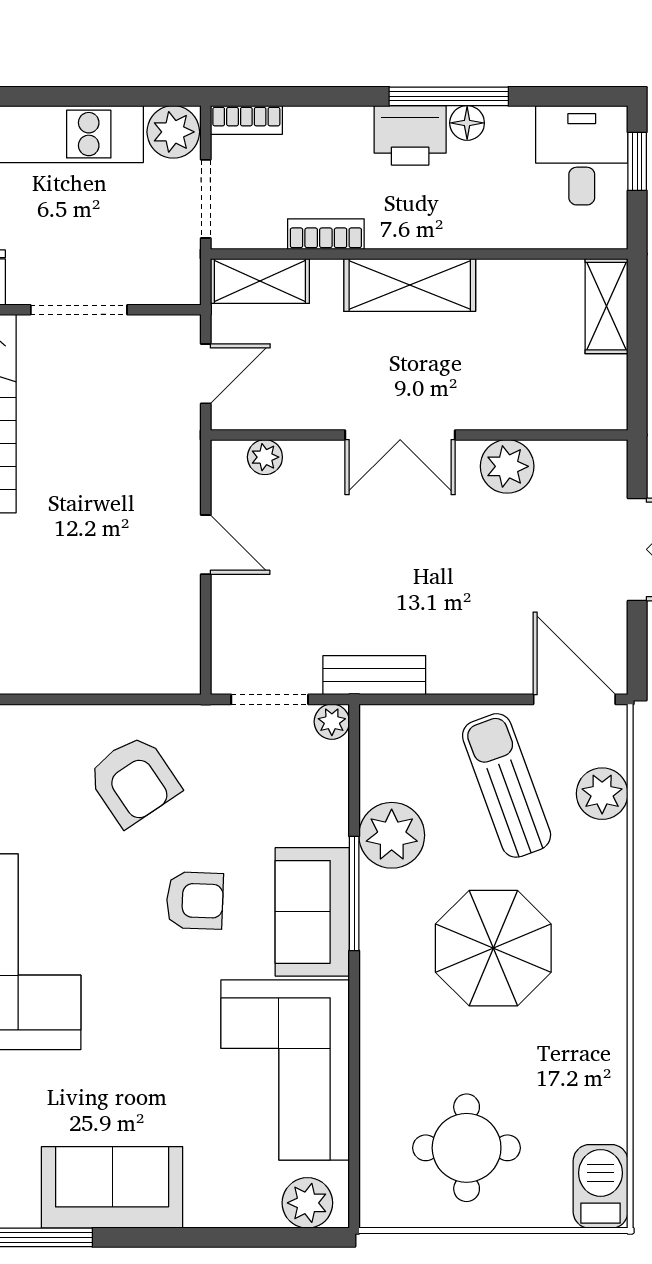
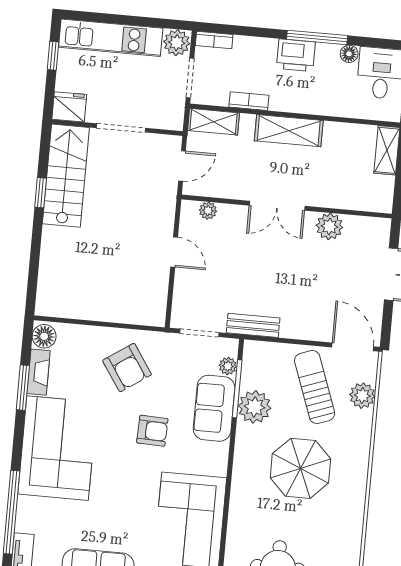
floor lamp: (467, 123) -> (349, 54), moved
plant: (332, 722) -> (228, 366), moved
window: (354, 893) -> (237, 389), moved
sofa: (312, 912) -> (214, 408), moved

